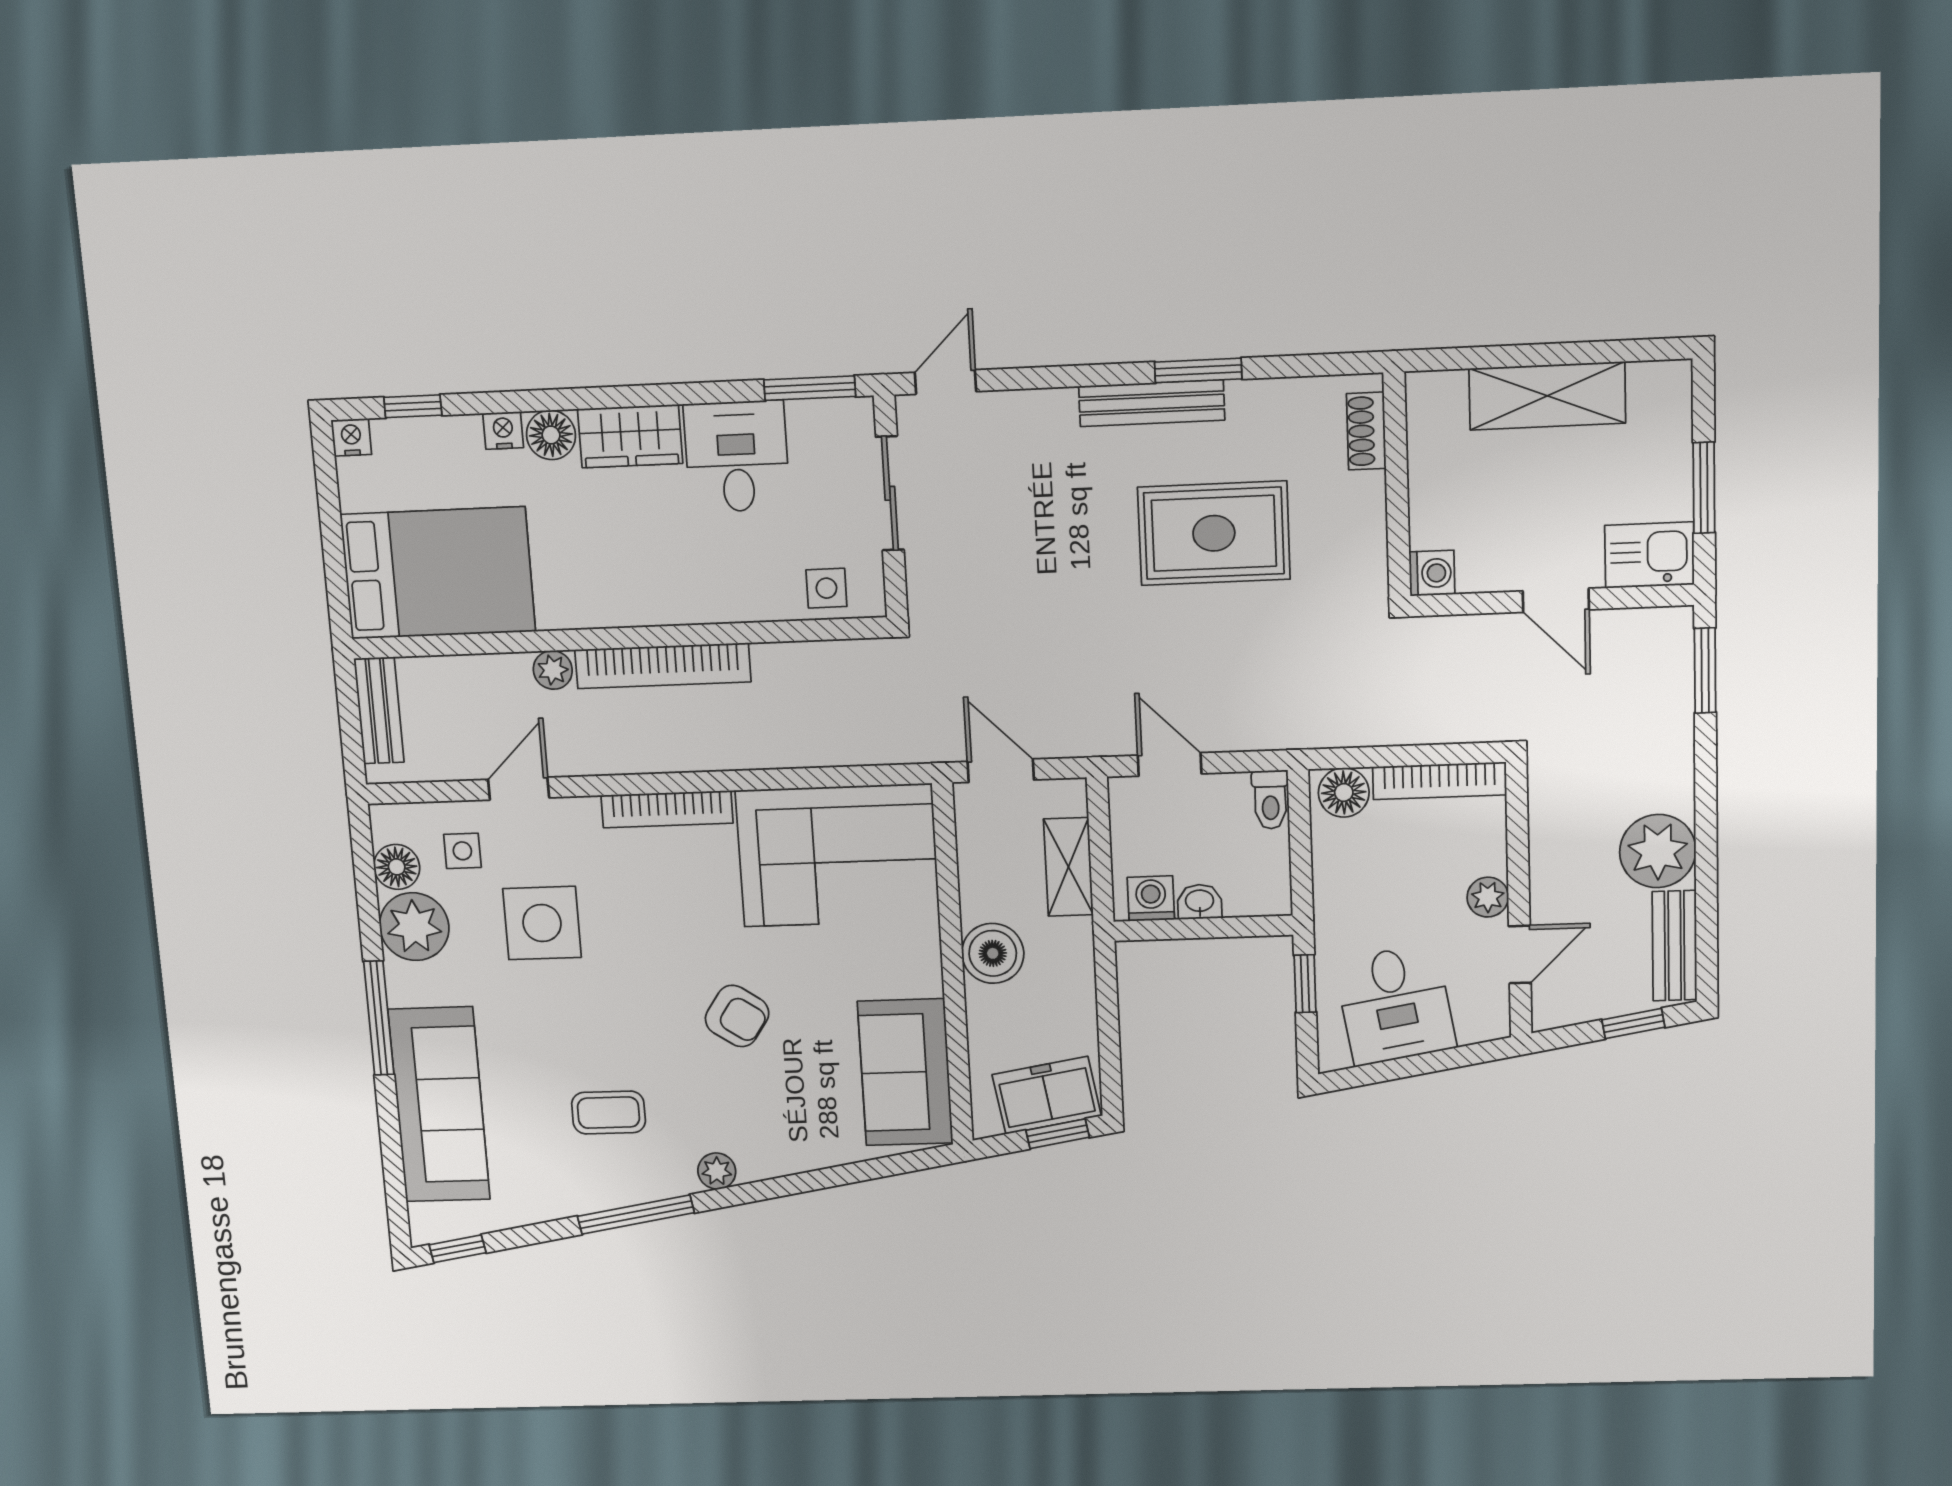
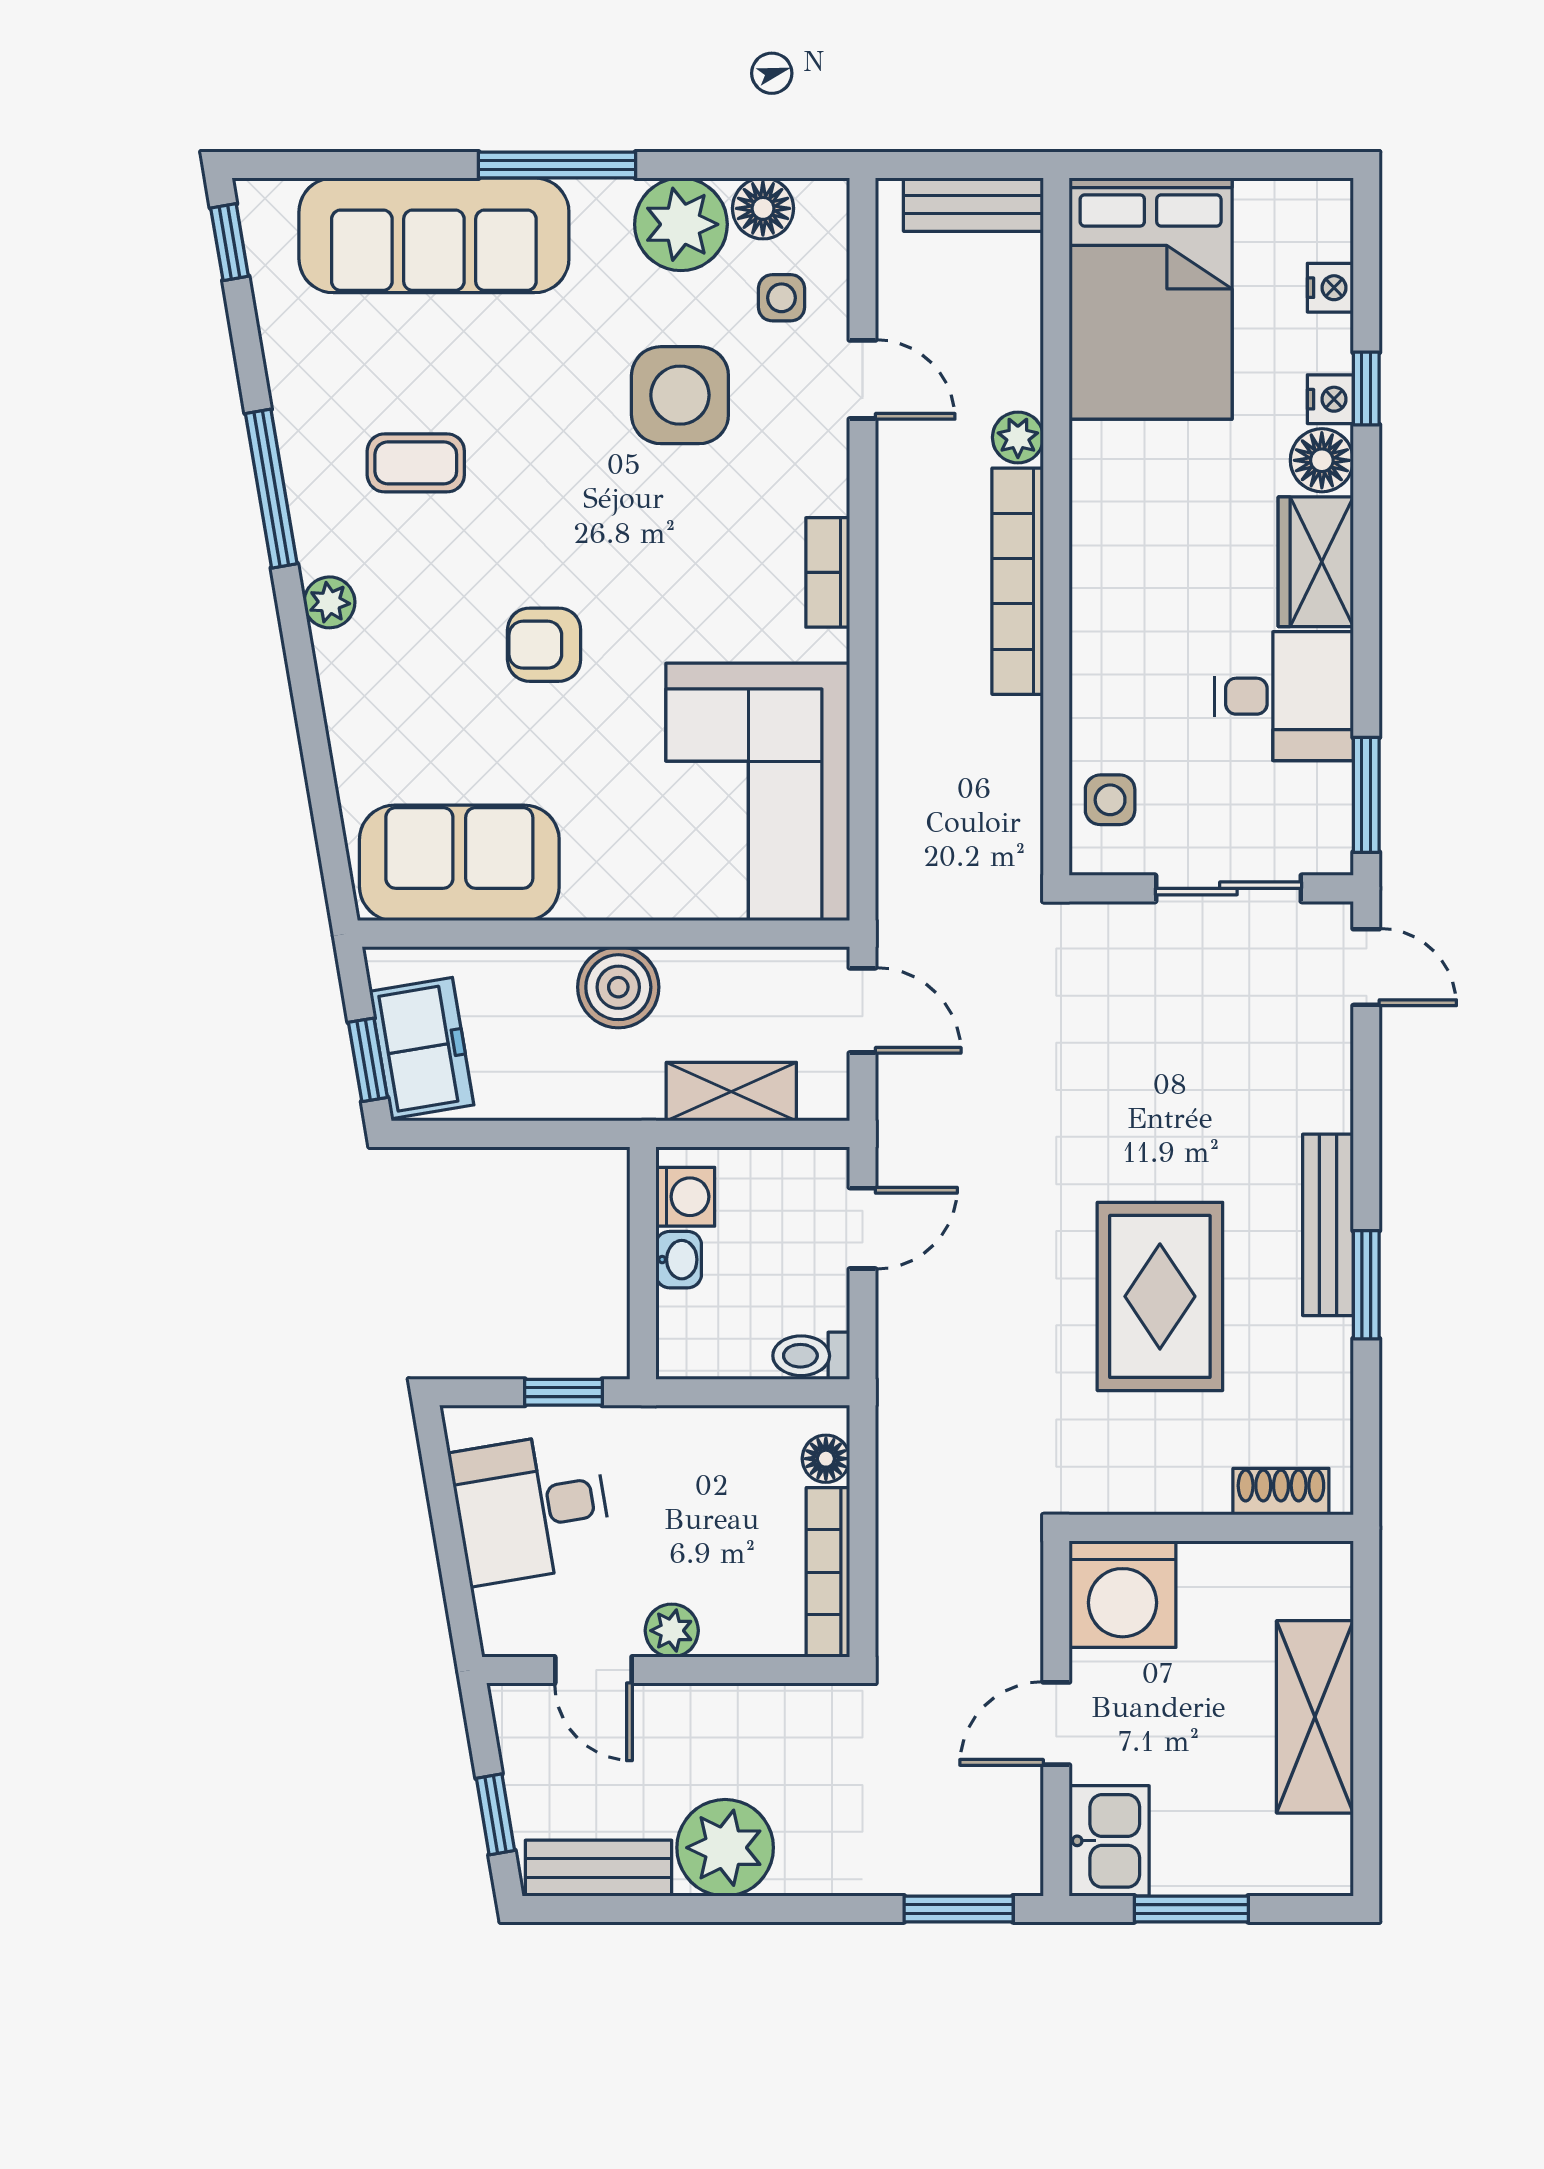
window: (413, 406) -> (1366, 389), moved
nightstand: (351, 437) -> (1330, 288), moved
washing machine: (1432, 573) -> (1123, 1594), width x1.89, depth x1.89
door: (1001, 771) -> (862, 1010), hinge flipped
floor lamp: (1344, 793) -> (826, 1459), width x0.73, depth x0.73
bookcase: (667, 809) -> (828, 572), width x0.64
armchair: (737, 1016) -> (544, 645), turned 56
coffee table: (608, 1113) -> (416, 463), turned 90

